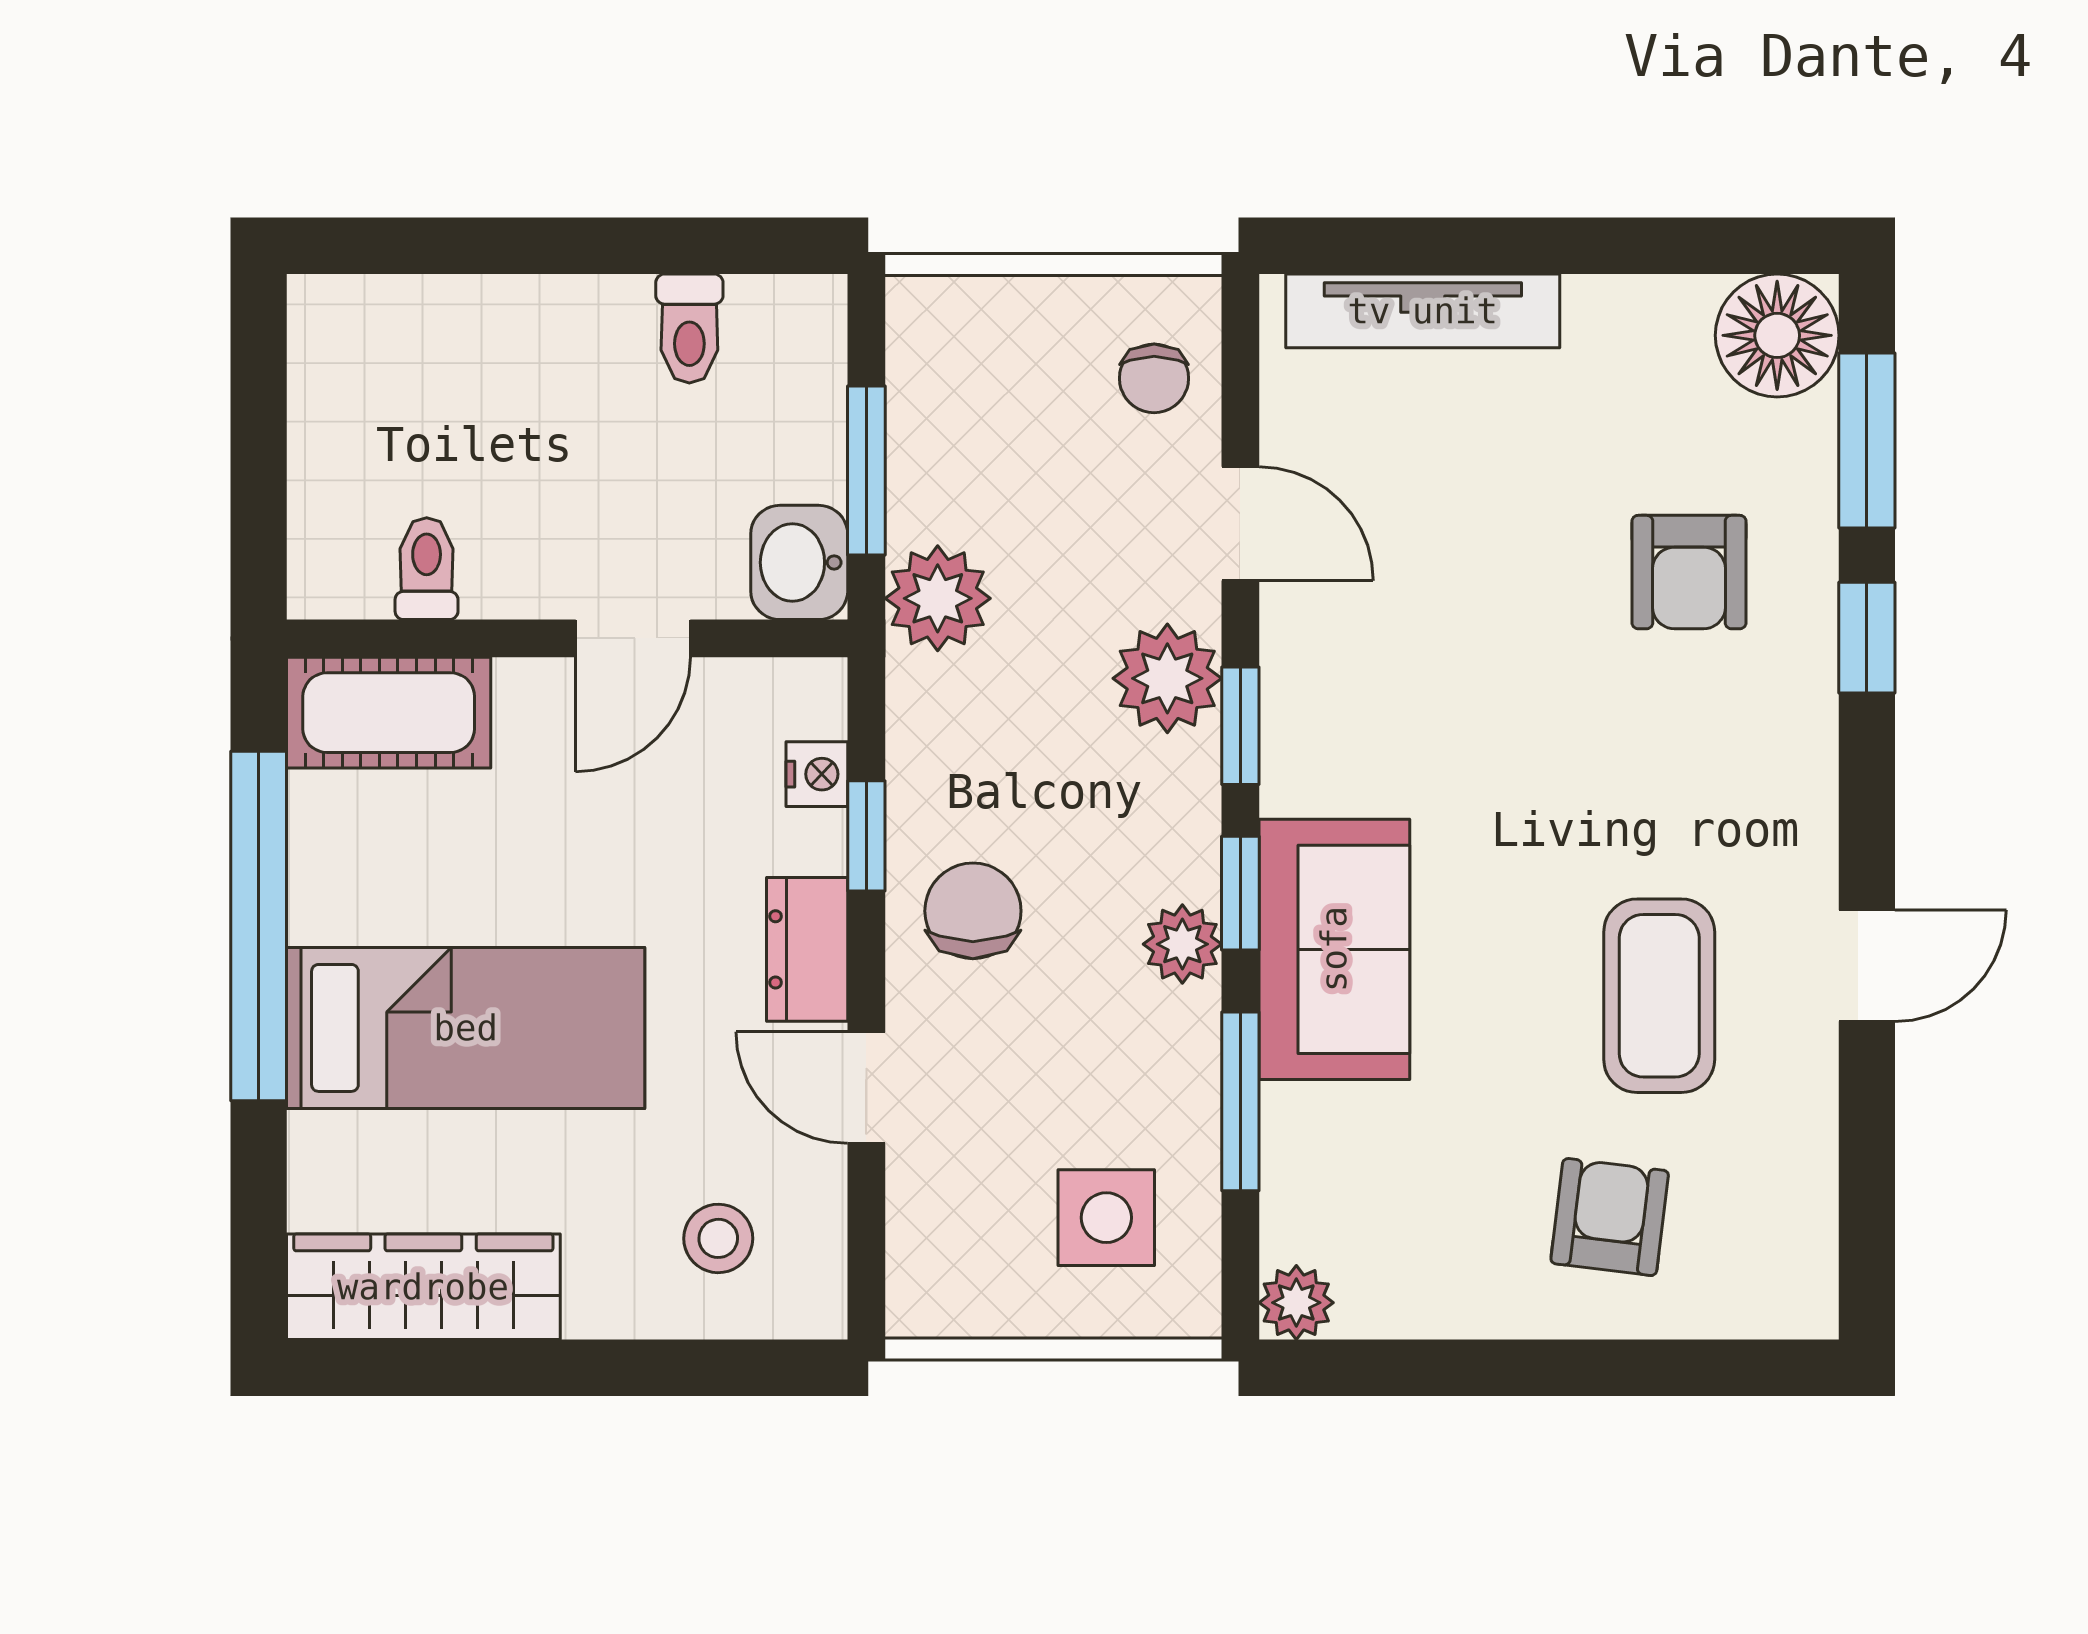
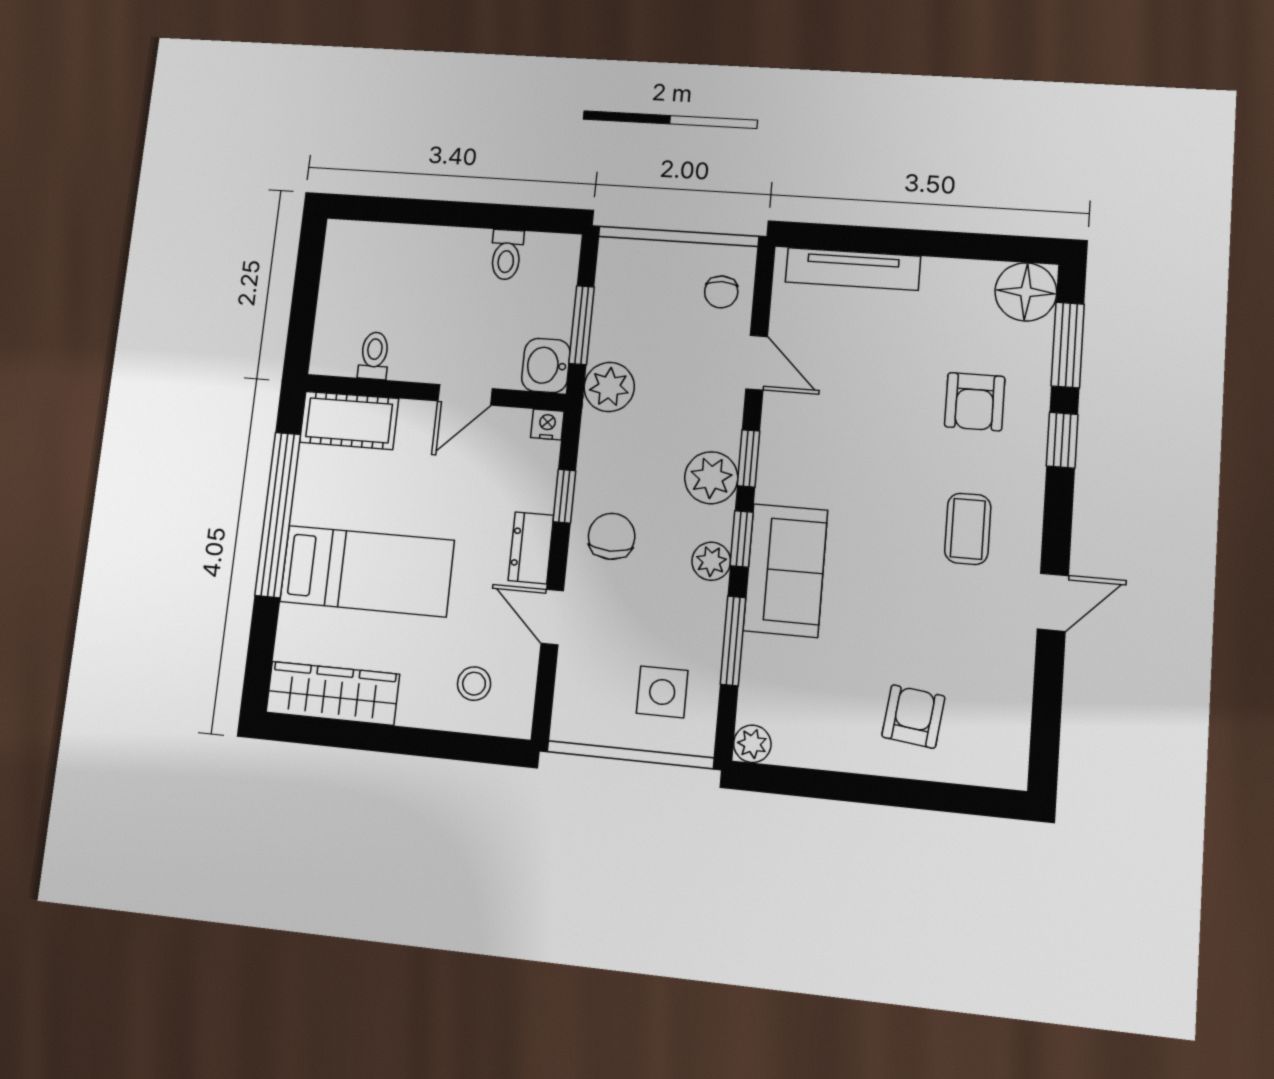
plant: (1167, 678) -> (711, 478), moved
nightstand: (817, 774) -> (547, 424), moved, turned -90
coffee table: (1659, 996) -> (968, 529), moved, width x0.73, depth x0.77

